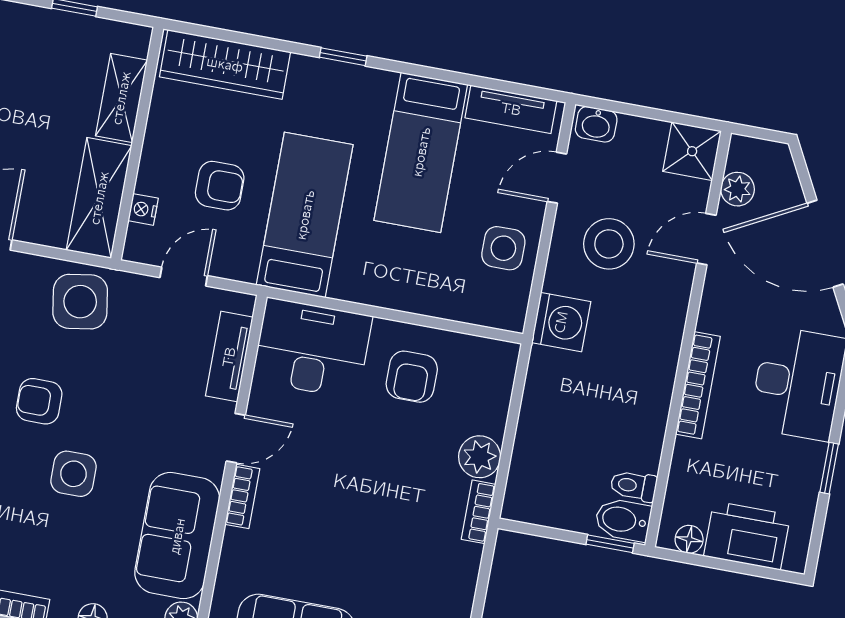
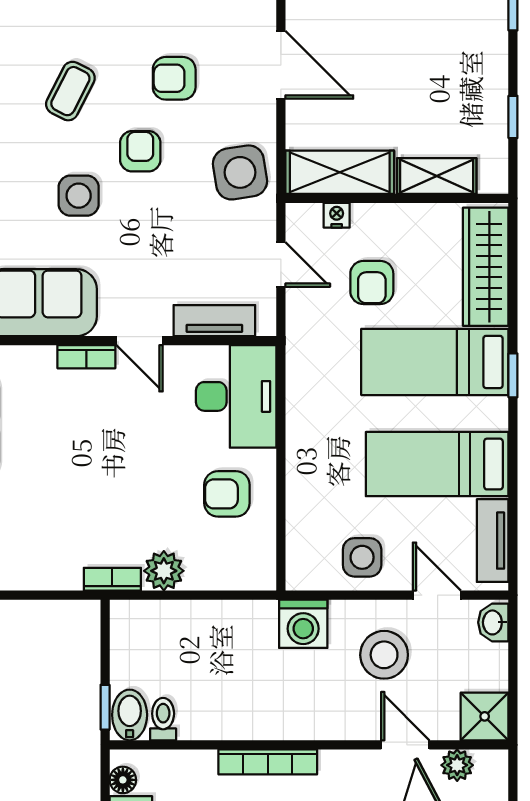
bed: (305, 215) -> (435, 362), moved, turned 180

